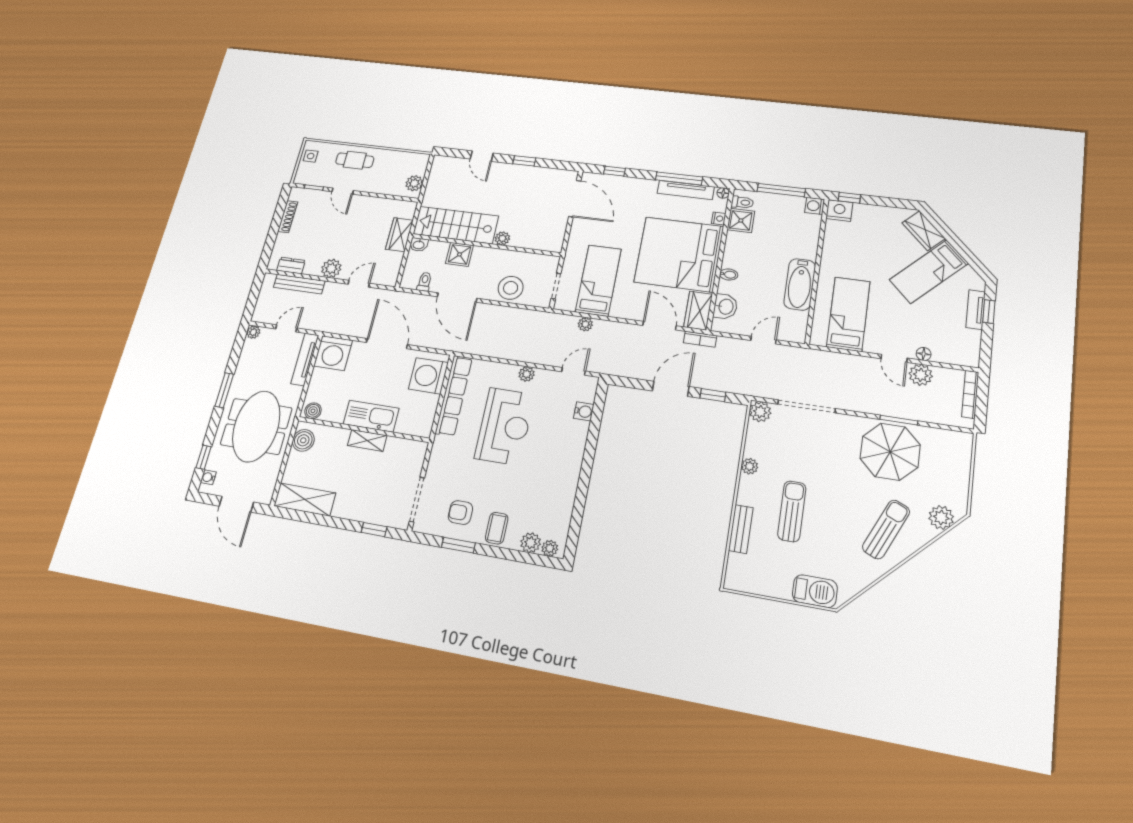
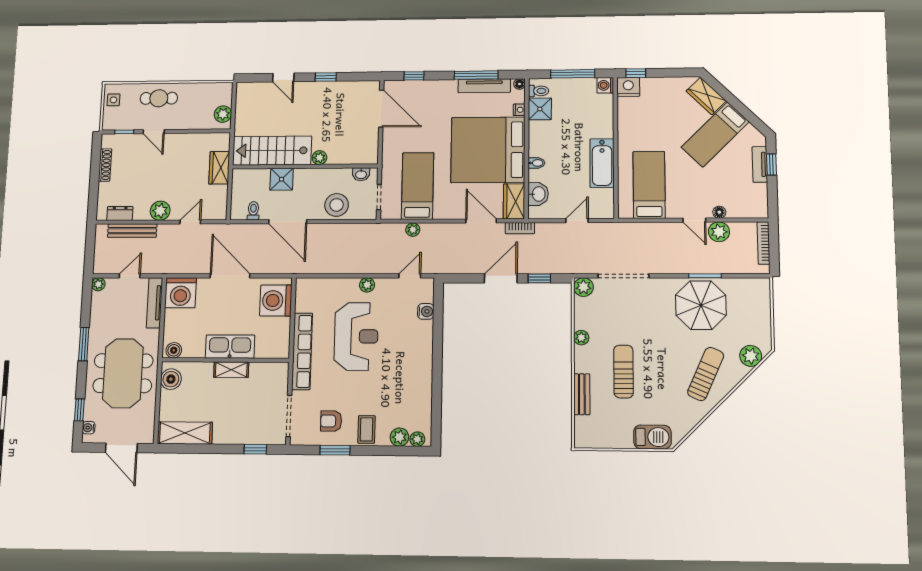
washbasin: (419, 245) -> (361, 174), moved
row of seats: (454, 396) -> (302, 351), moved

